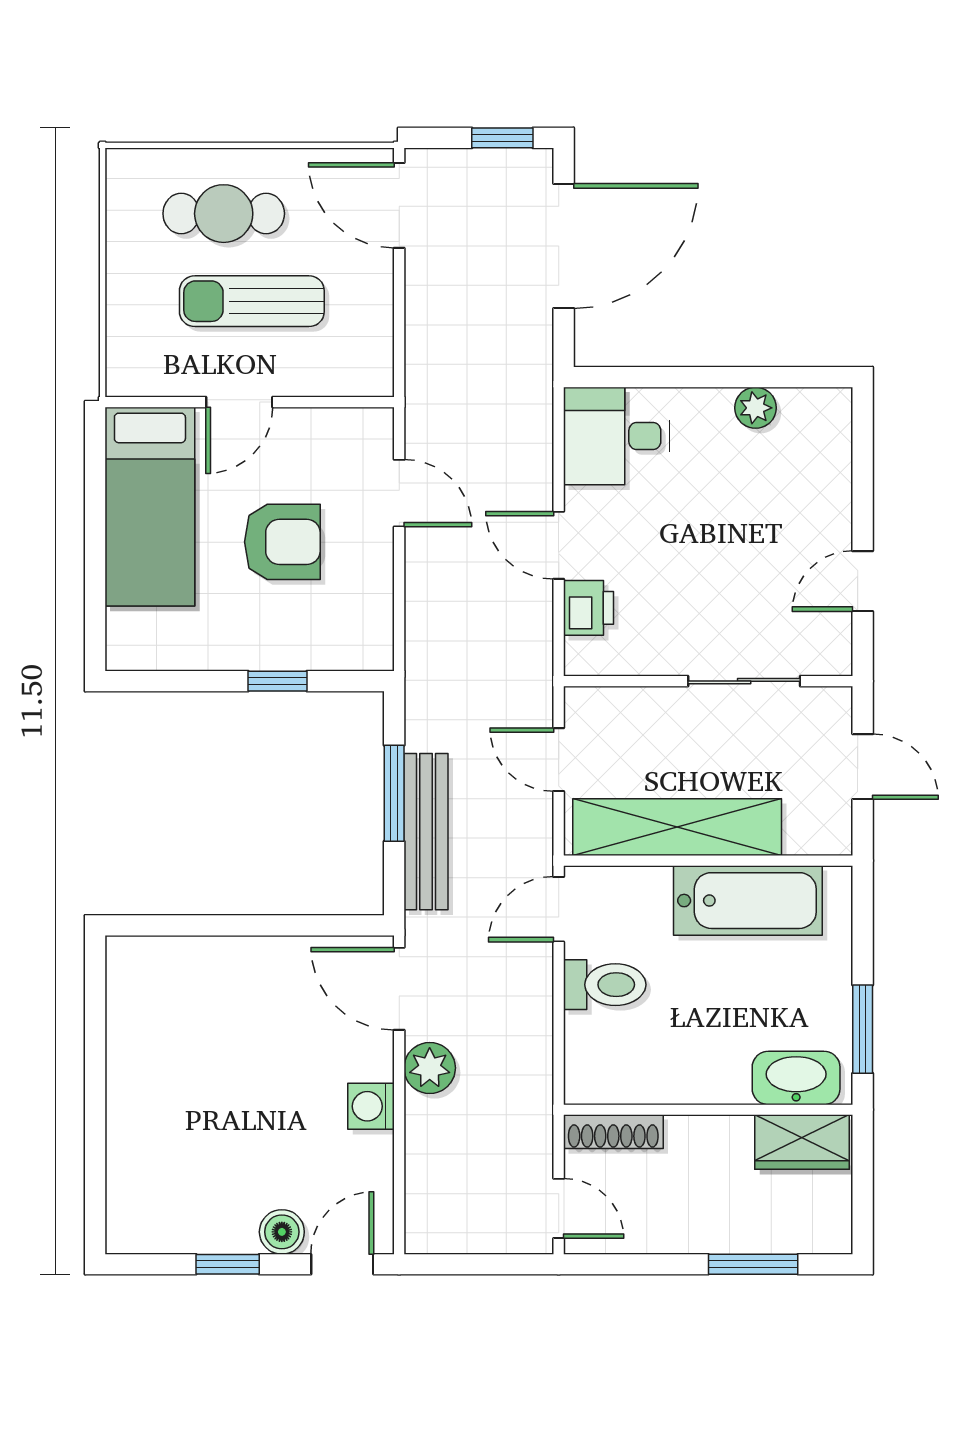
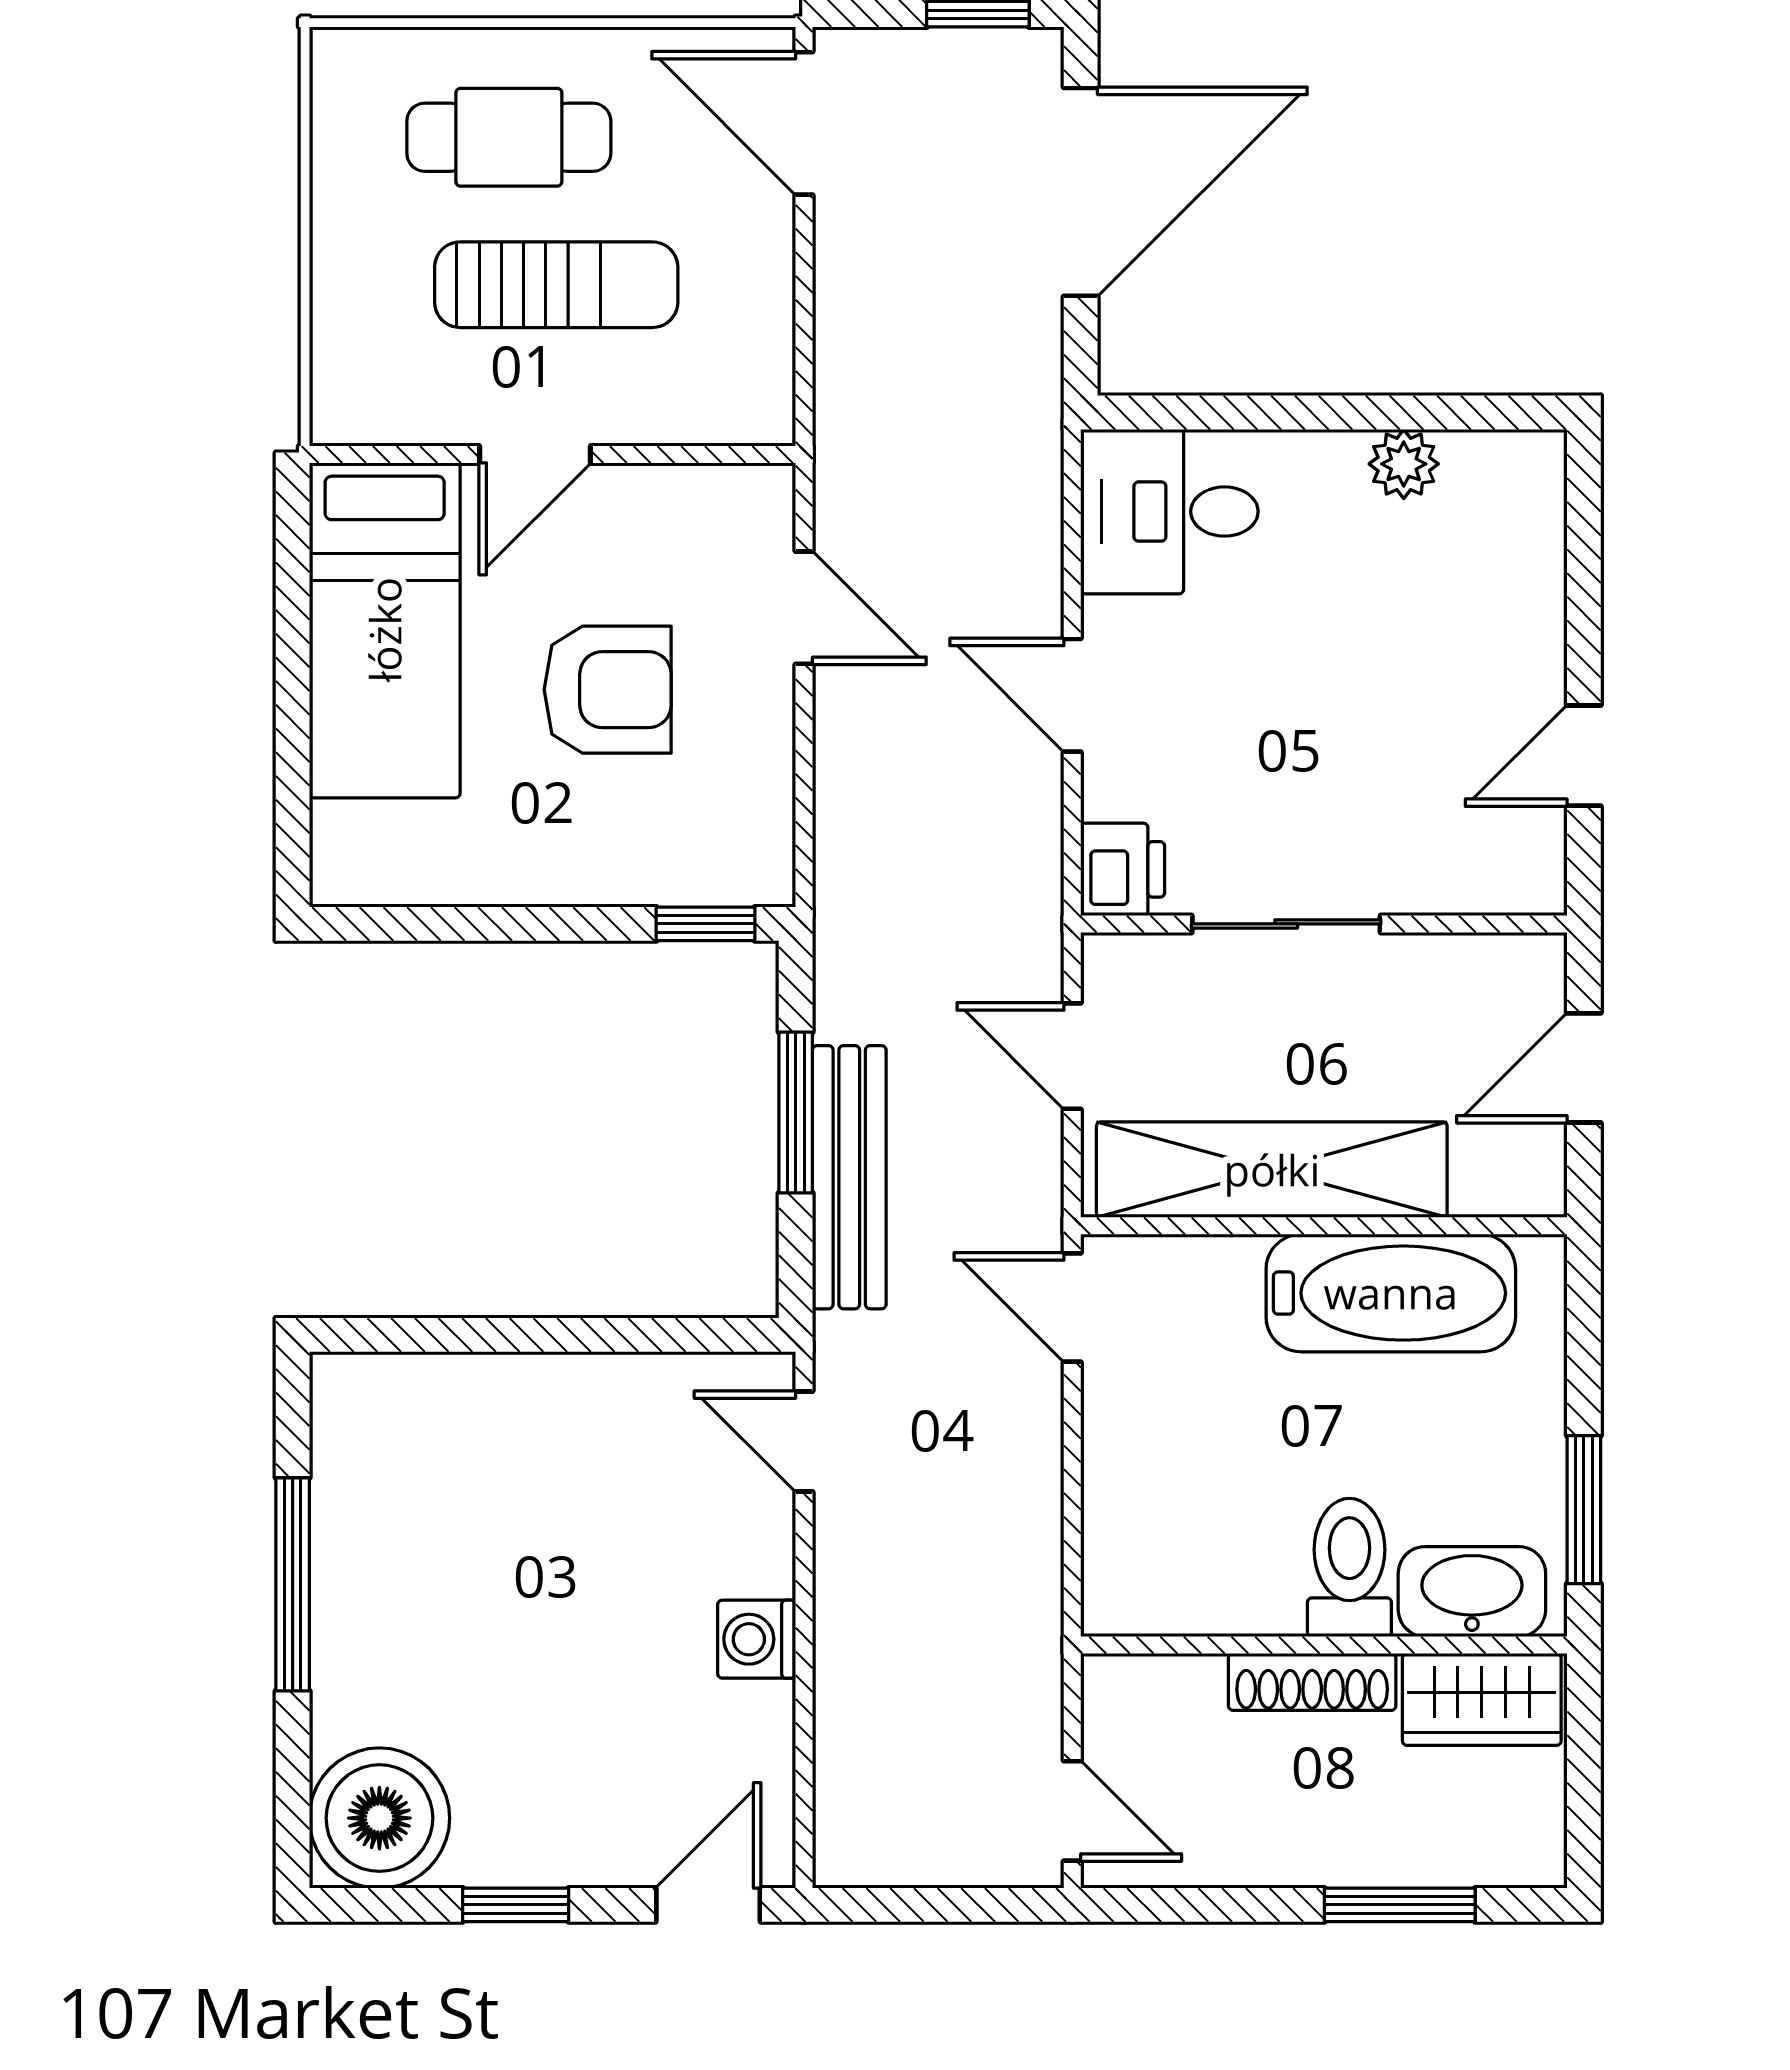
sun lounger: (252, 301) -> (556, 285), turned 180
printer: (589, 608) -> (1123, 869), moved
window: (278, 681) -> (705, 924), moved
sliding door: (744, 681) -> (1286, 924), moved
door: (863, 767) -> (1584, 1068), swing flipped
door: (559, 909) -> (1072, 1308), hinge flipped
toilet: (605, 985) -> (1349, 1567), moved, turned -90
door: (399, 989) -> (804, 1441), width x0.73
plant: (430, 1068) -> (855, 1575), removed
window: (95, 1074) -> (293, 1584), added
shoe rack: (613, 1132) -> (1312, 1682), moved
boiler: (282, 1232) -> (379, 1818), moved, width x1.86, depth x1.86

